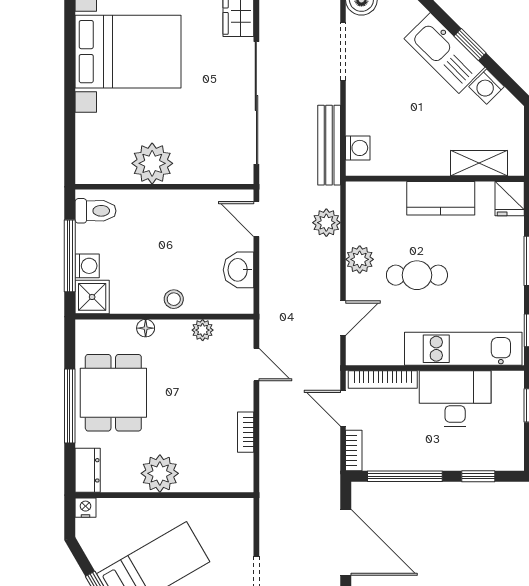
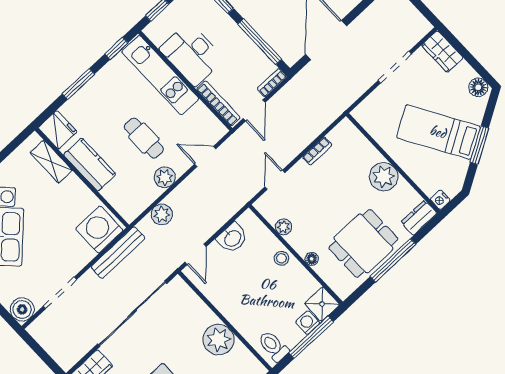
washing machine: (358, 148) -> (99, 230), width x1.89, depth x1.89
fridge: (510, 199) -> (58, 130), width x1.38

